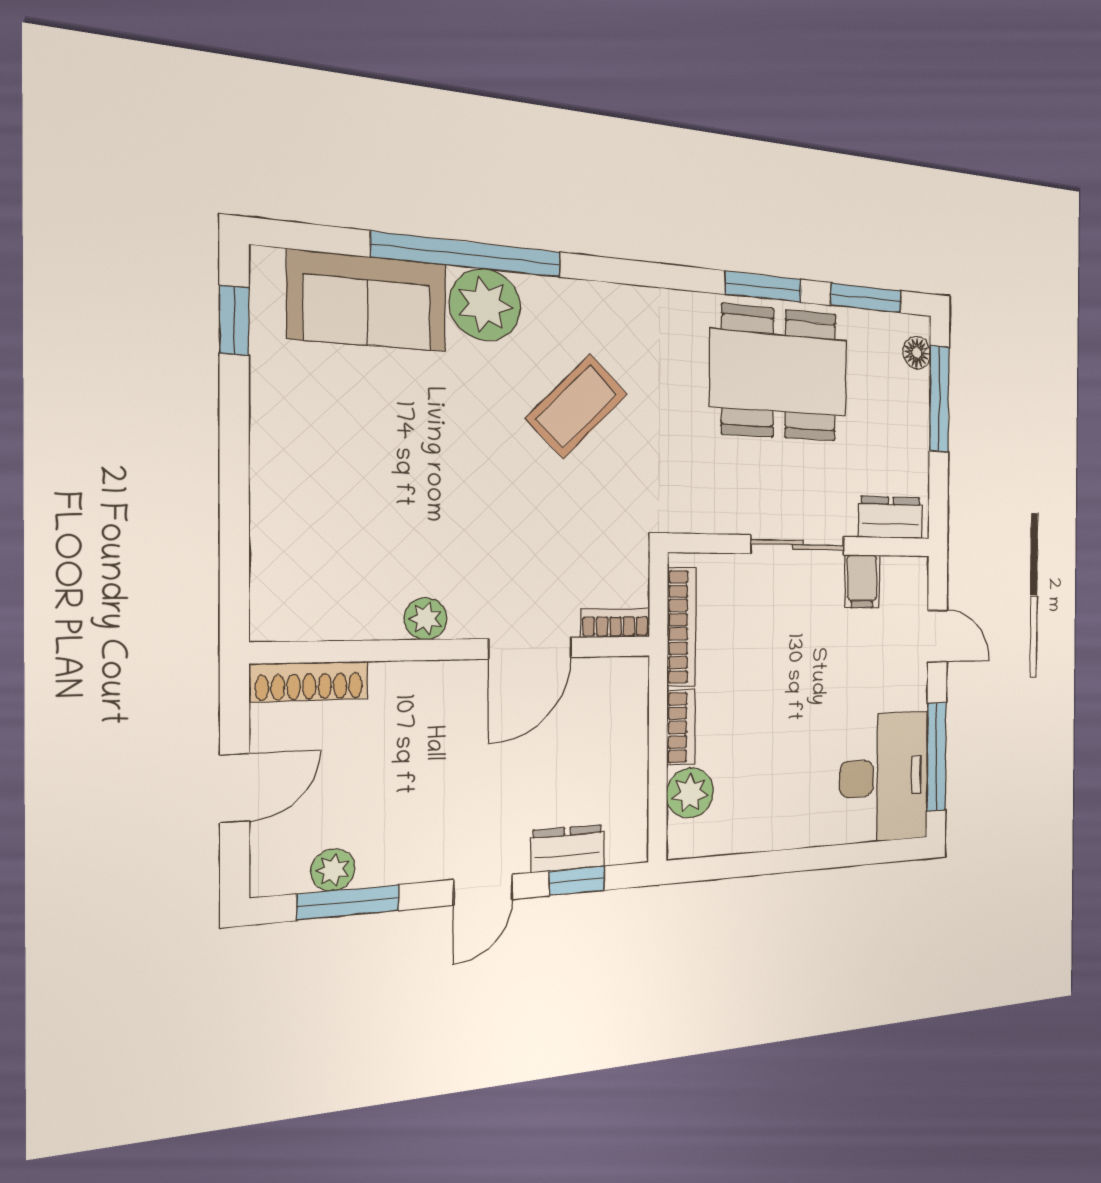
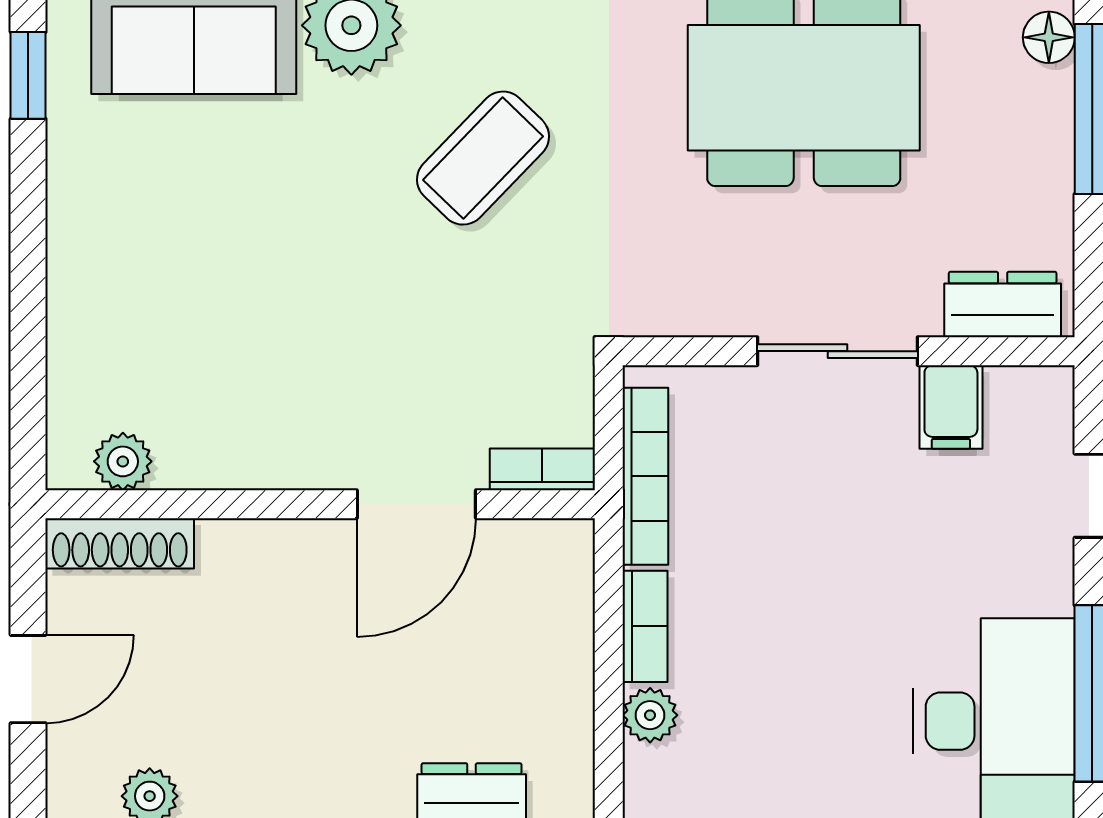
plant: (426, 619) -> (123, 461), moved
plant: (690, 793) -> (650, 715), width x0.73, depth x0.73

